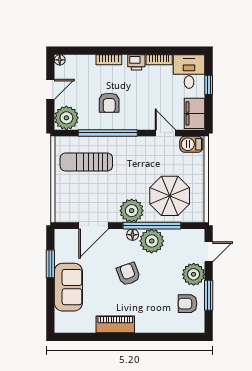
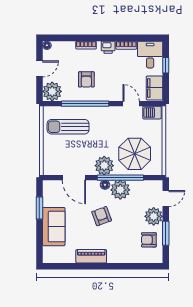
door: (94, 226) -> (74, 178), hinge flipped

